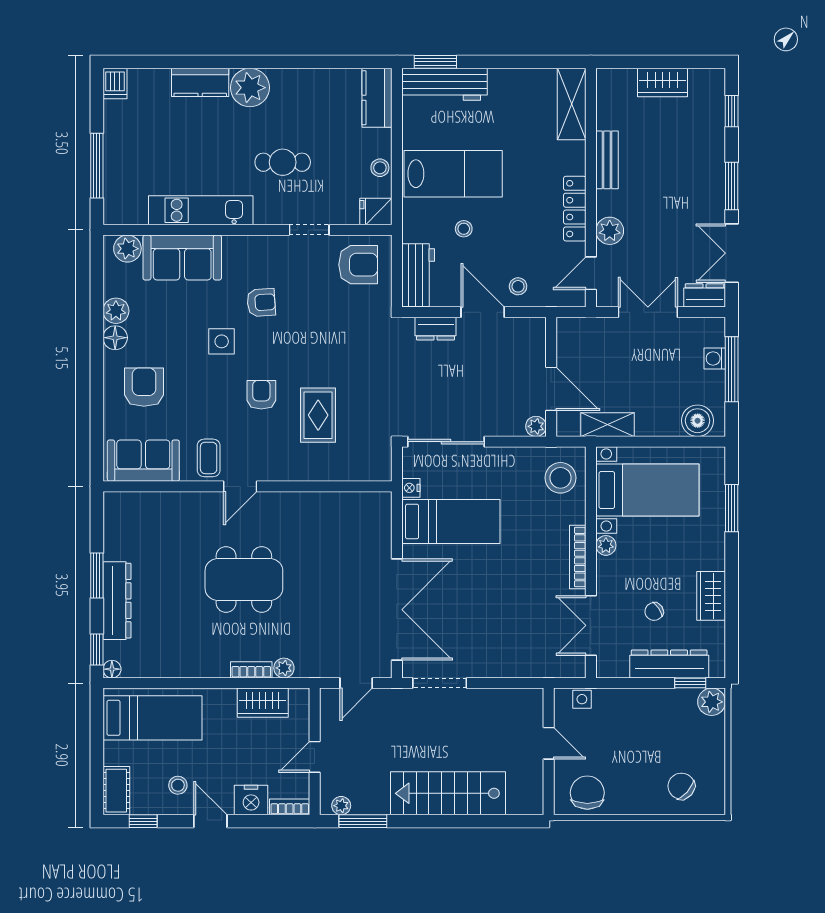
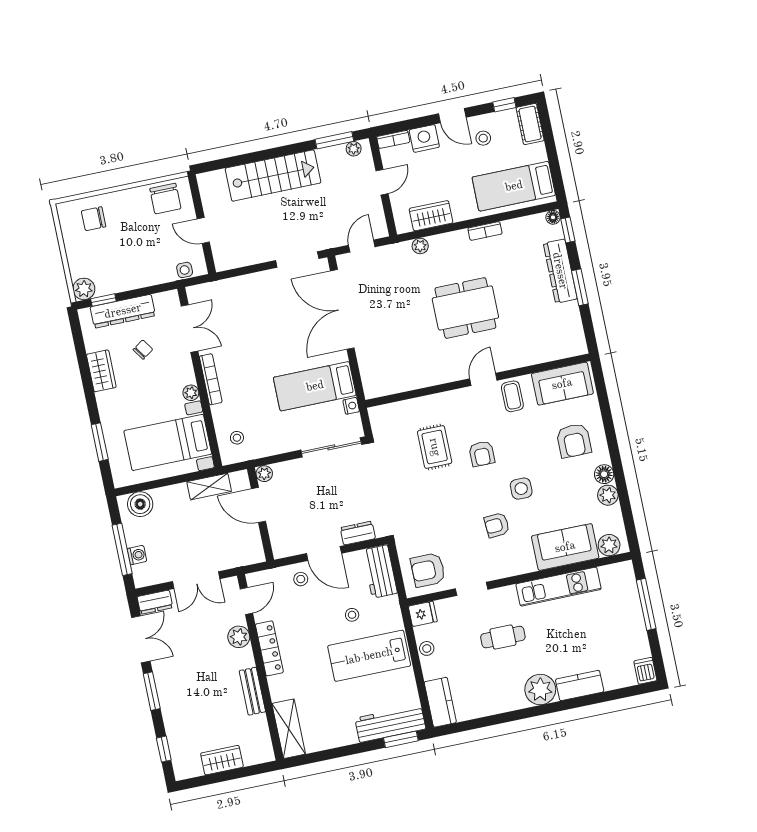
stool: (560, 478) -> (237, 438), width x0.53, depth x0.53
bookcase: (251, 670) -> (485, 231), moved
chair: (681, 786) -> (94, 219), turned 139

